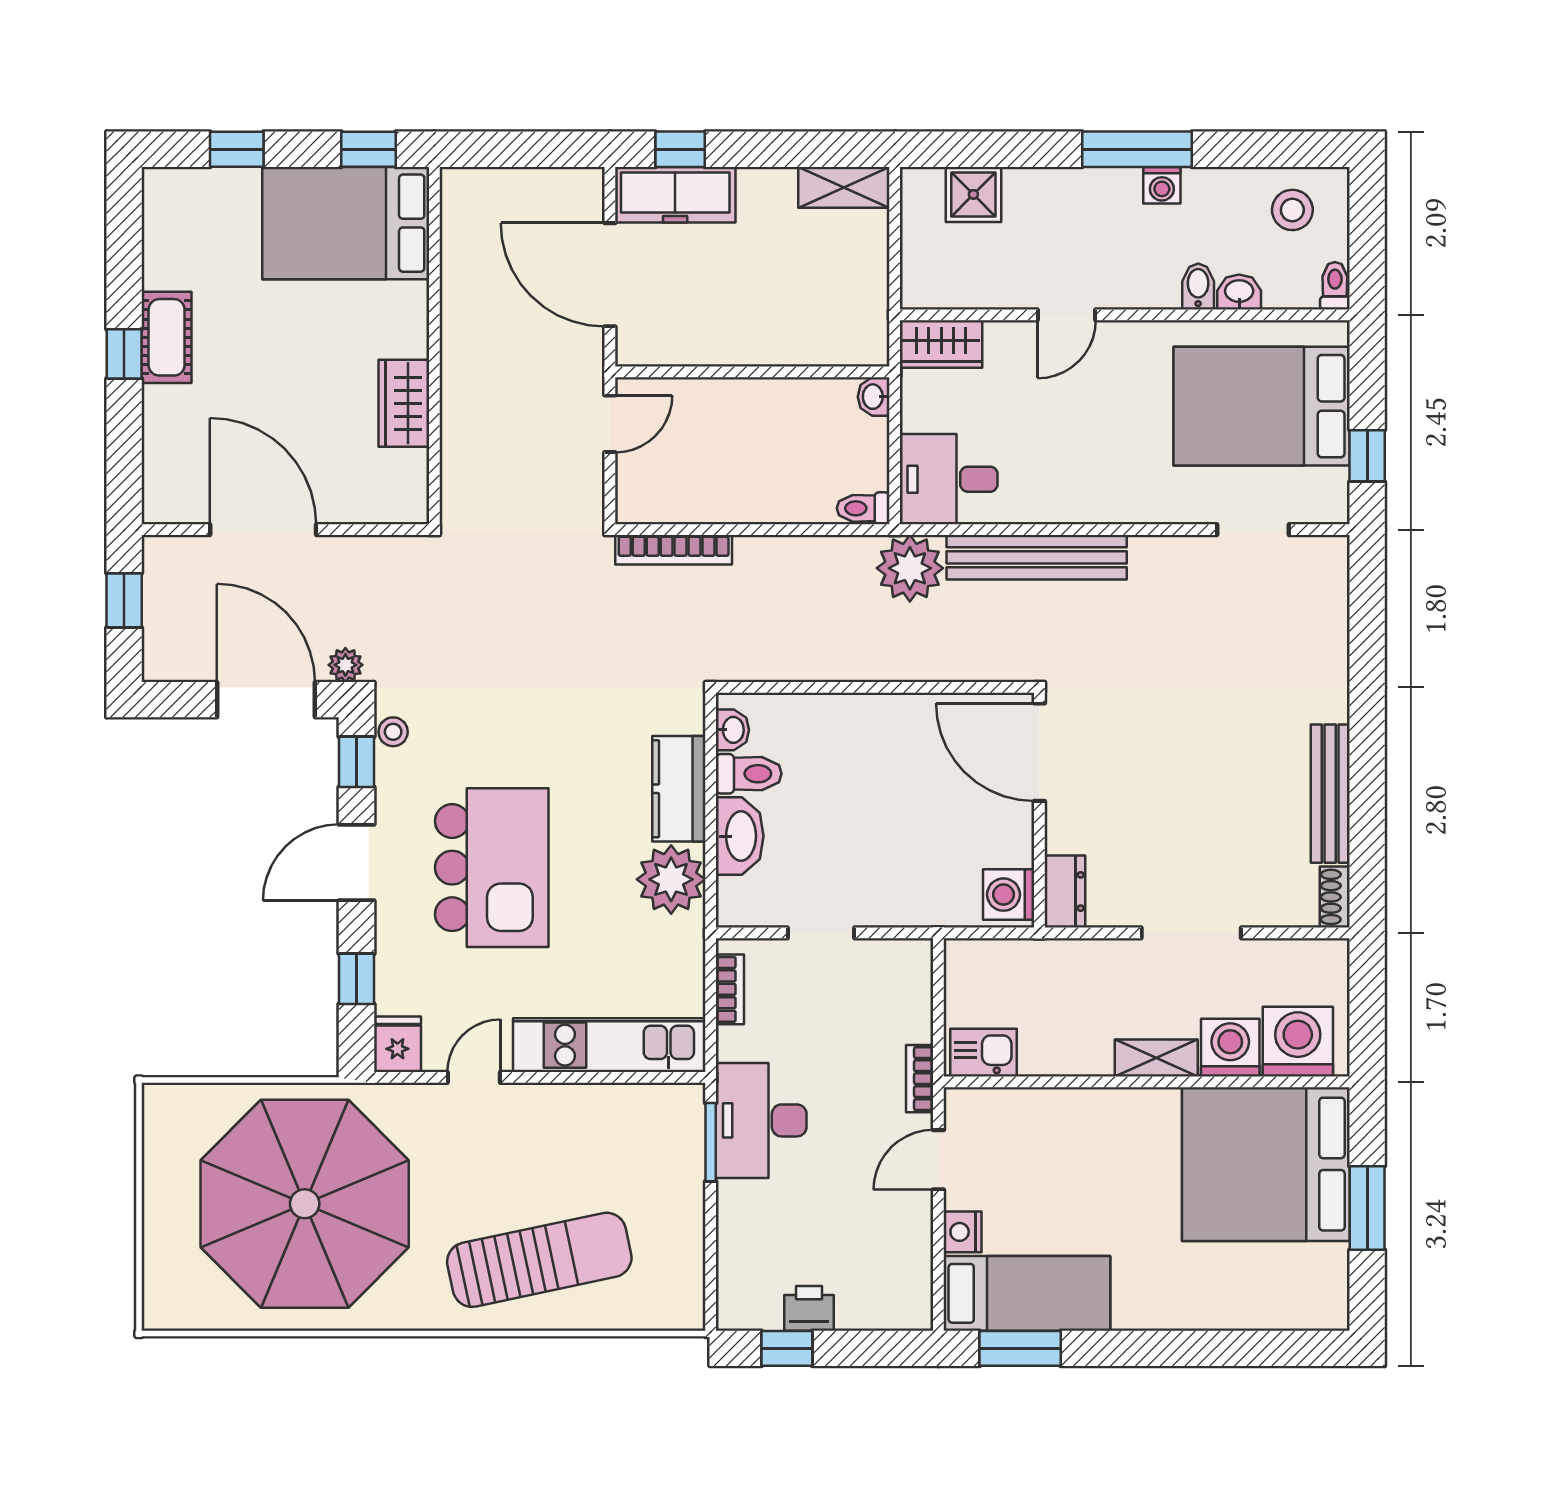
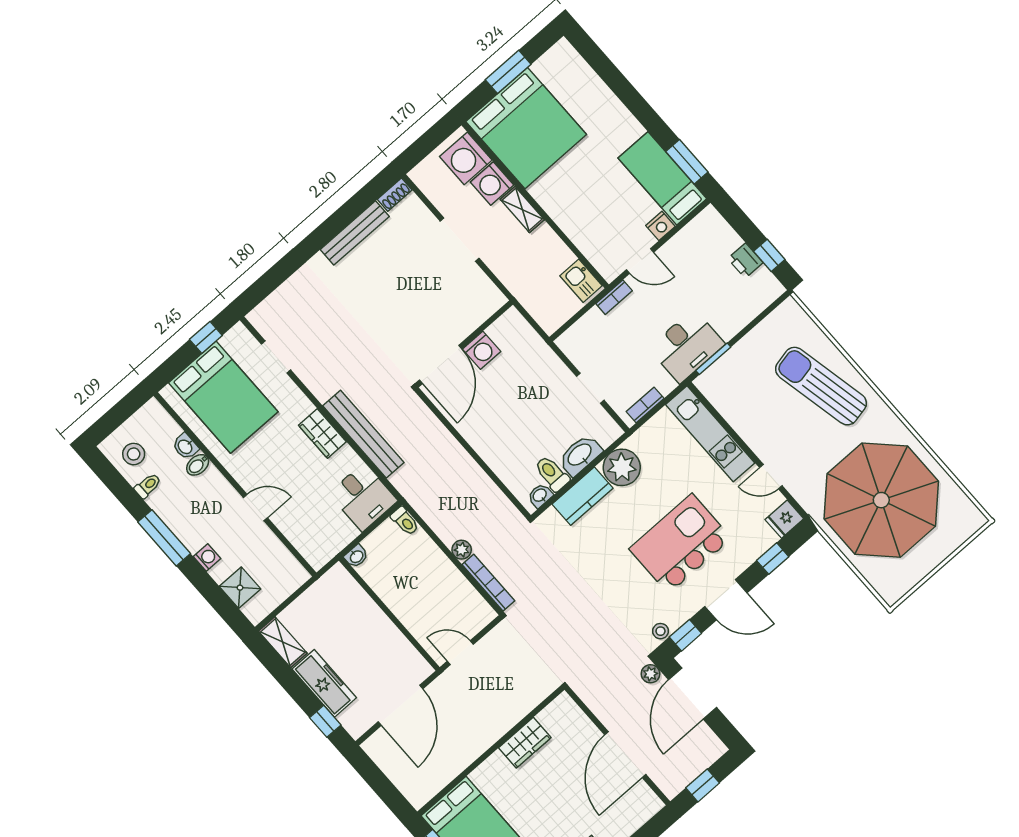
washing machine: (1162, 185) -> (207, 558), moved
freezer: (675, 195) -> (324, 683), moved
toilet: (1335, 286) -> (148, 486), moved, turned 180
wardrobe: (941, 344) -> (322, 433), moved, turned 180
plant: (910, 568) -> (462, 550), moved, width x0.53, depth x0.53
dresser: (1065, 892) -> (488, 305), removed
washing machine: (1009, 895) -> (482, 350), moved

